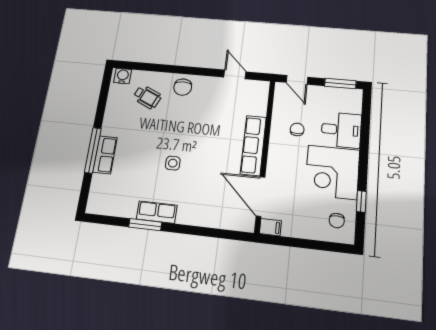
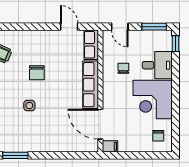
chair: (183, 87) -> (37, 73), moved
window: (361, 201) -> (175, 44), moved
row of seats: (157, 212) -> (91, 45), moved, turned -90

